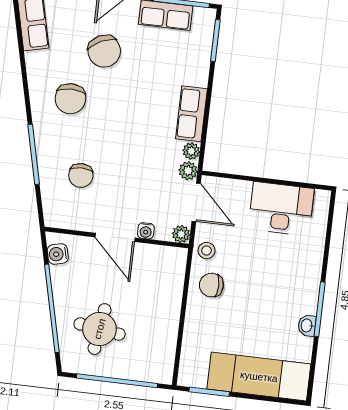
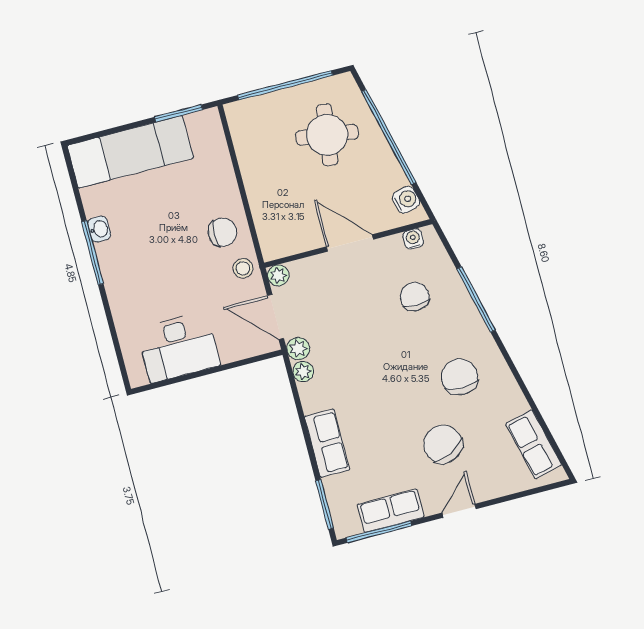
row of seats: (191, 114) -> (327, 443), moved
water cooler: (146, 231) -> (413, 239), moved

